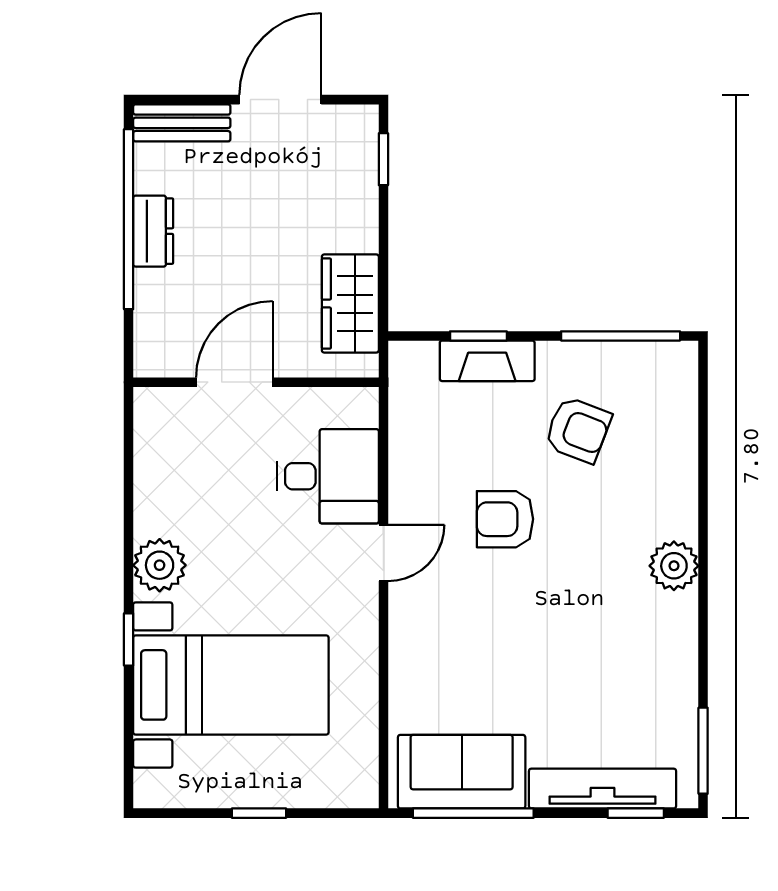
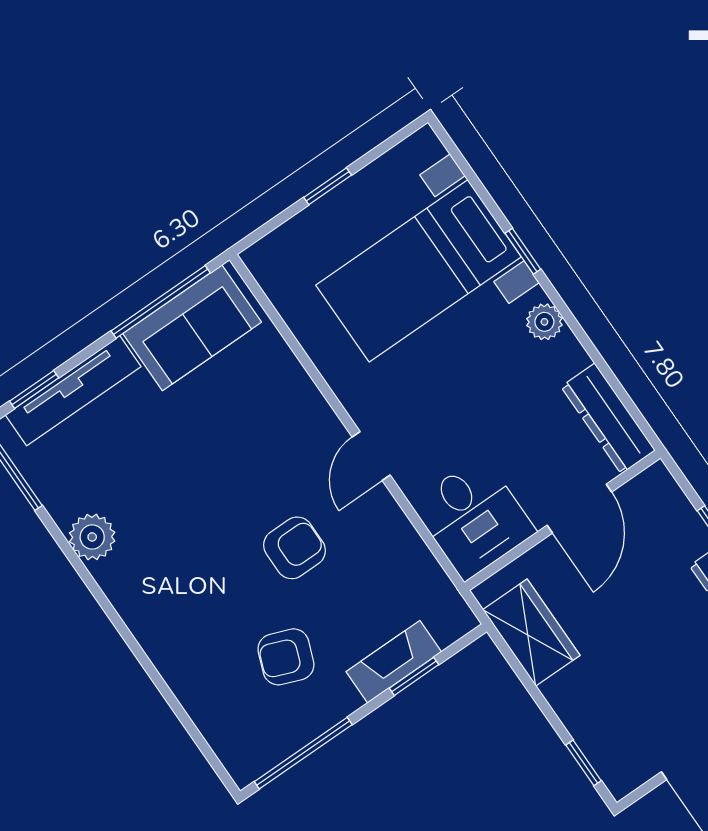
dresser: (155, 443) -> (608, 419), added
desk: (328, 476) -> (474, 518), moved, turned -90
plant: (160, 565) -> (544, 322), width x0.73, depth x0.73
plant: (674, 566) -> (92, 537), moved

